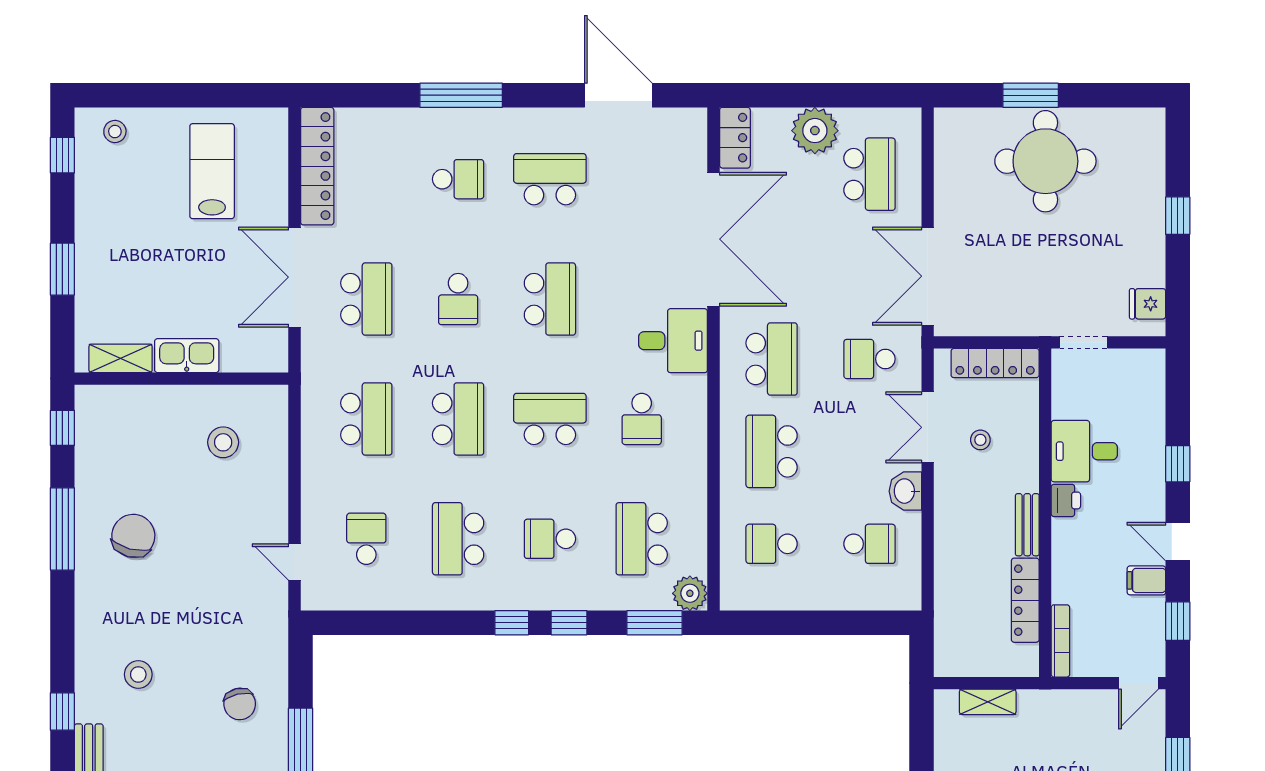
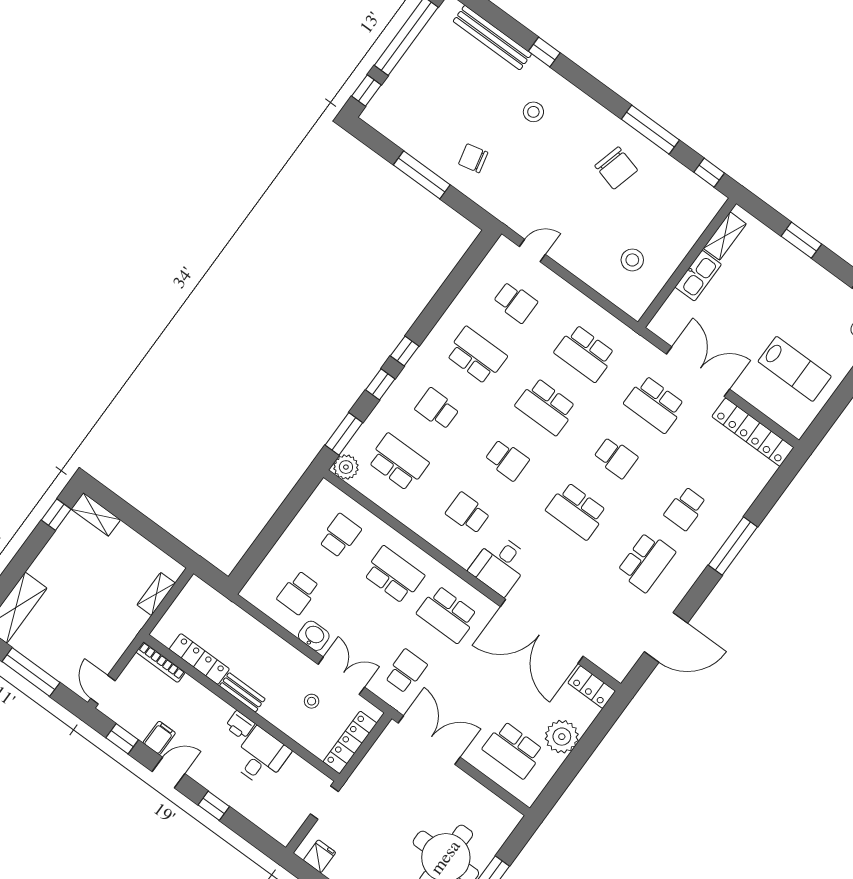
school desk: (458, 299) -> (616, 457), turned 180
school desk: (550, 419) -> (507, 460), width x0.54
school desk: (550, 539) -> (437, 409), turned -90

